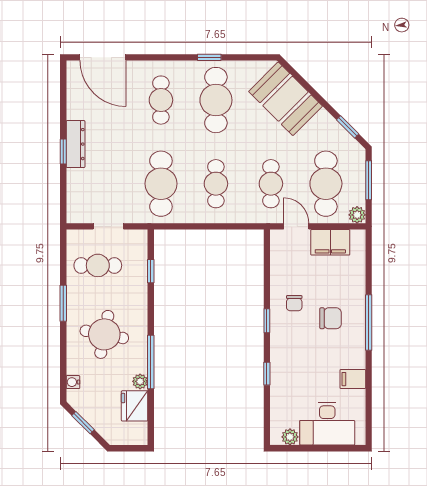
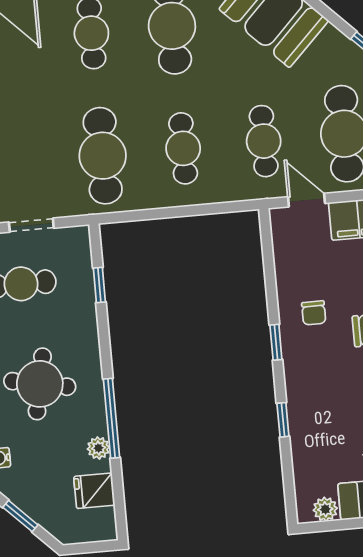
fridge: (135, 406) -> (94, 491), width x0.72

